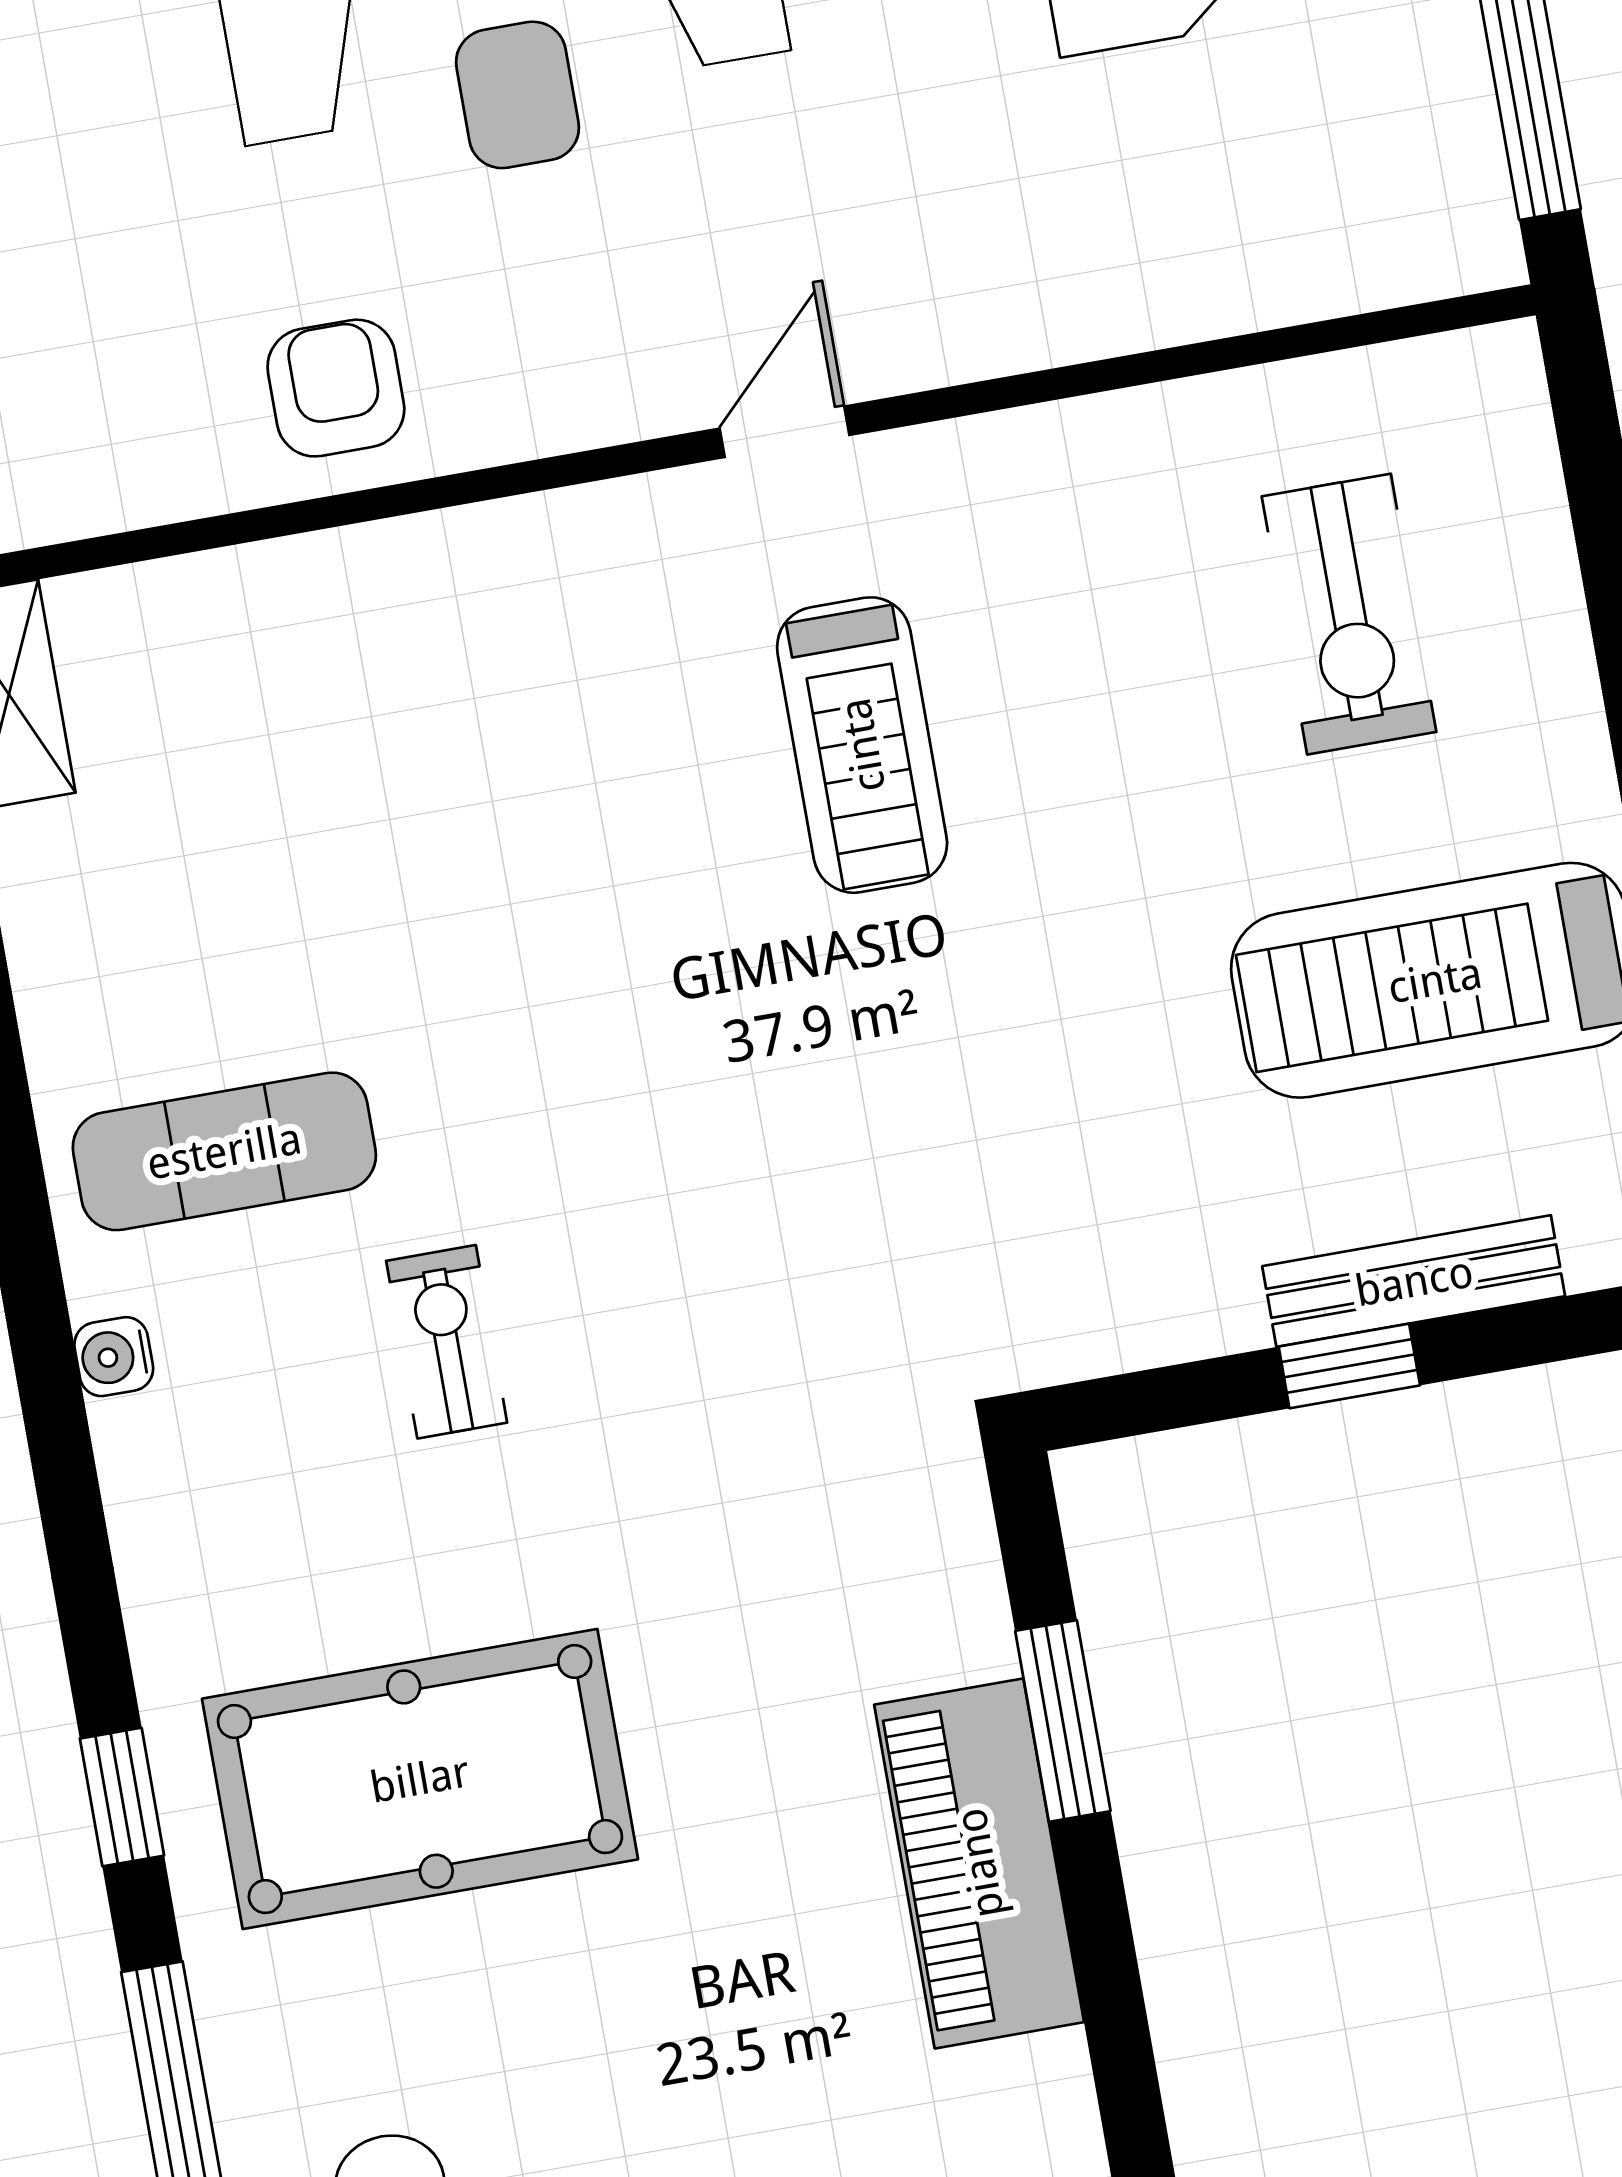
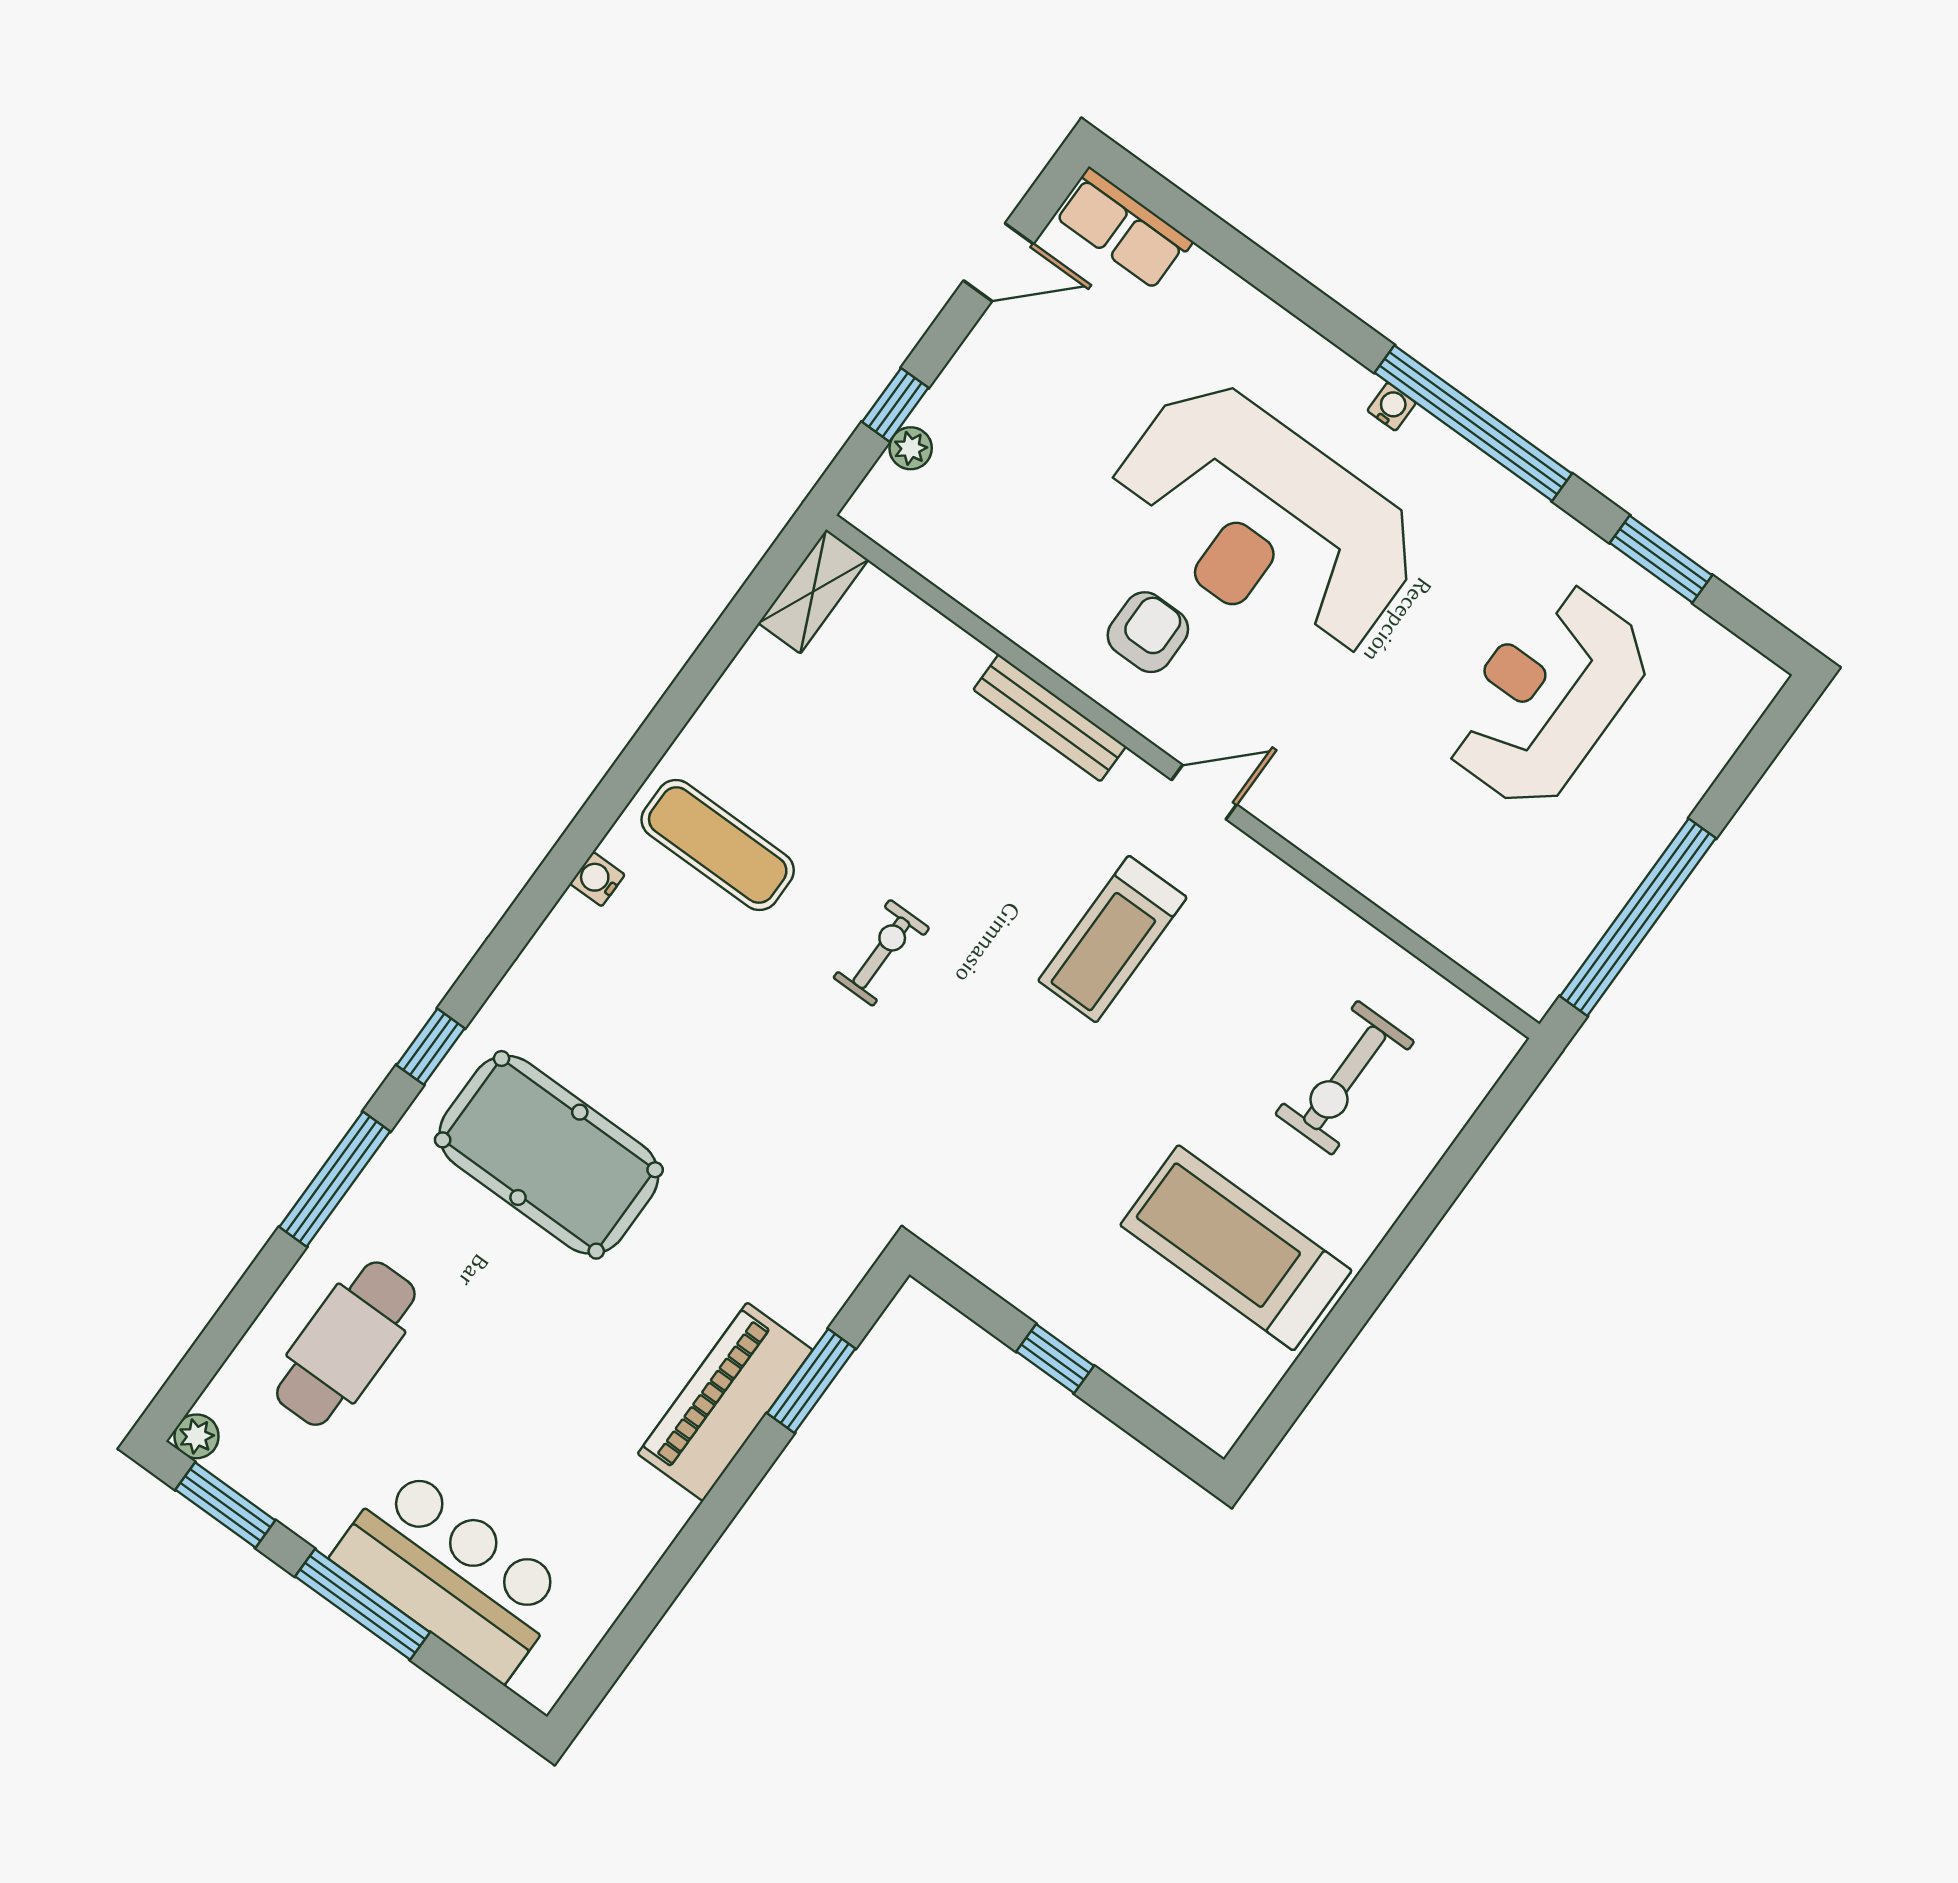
armchair: (336, 388) -> (1148, 632), moved
bench: (1414, 1281) -> (1050, 718), moved
exercise bike: (447, 1342) -> (881, 953), moved

